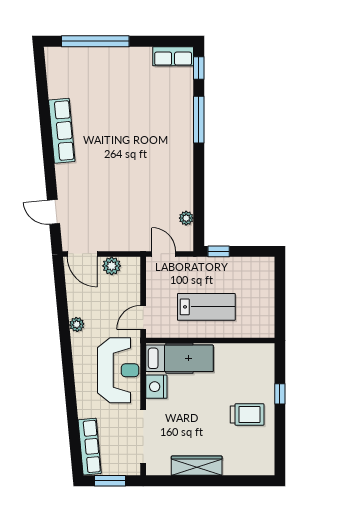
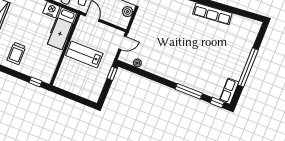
window: (95, 41) -> (248, 67), moved
lab bench: (206, 307) -> (84, 55), turned 90
window: (280, 394) -> (35, 82), moved

